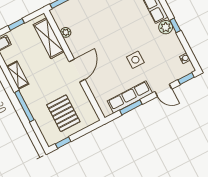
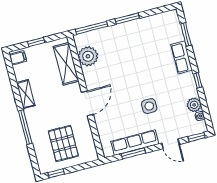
plant: (166, 27) -> (194, 105), moved
plant: (66, 32) -> (88, 56), width x1.87, depth x1.87

